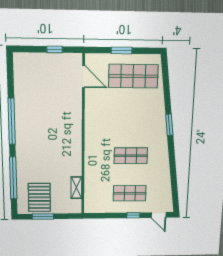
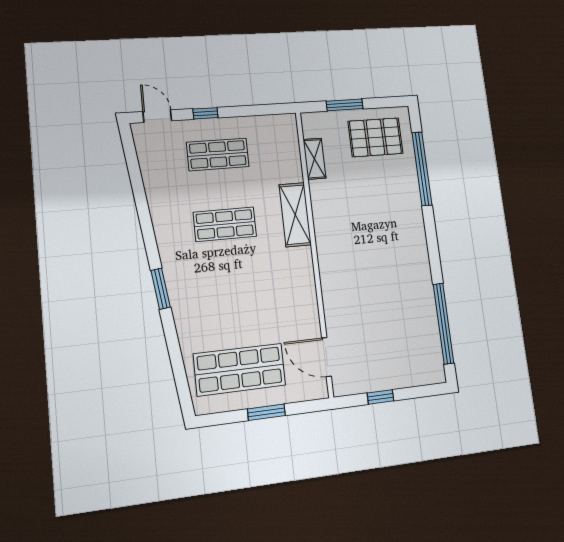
window: (12, 121) -> (443, 324), moved
shelving: (91, 158) -> (295, 215), added
pallet: (39, 197) -> (375, 137), turned 90
window: (43, 216) -> (345, 105), moved

